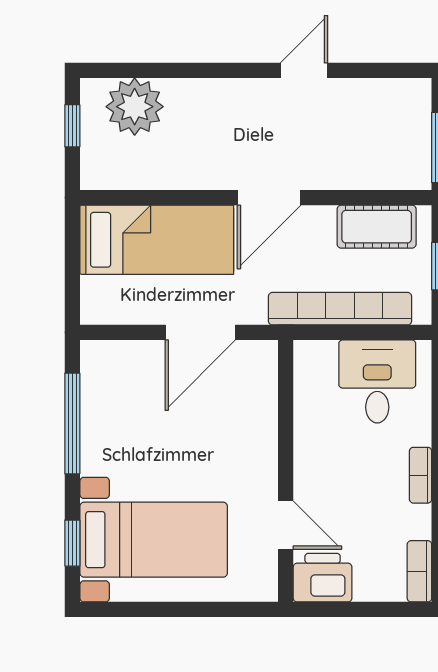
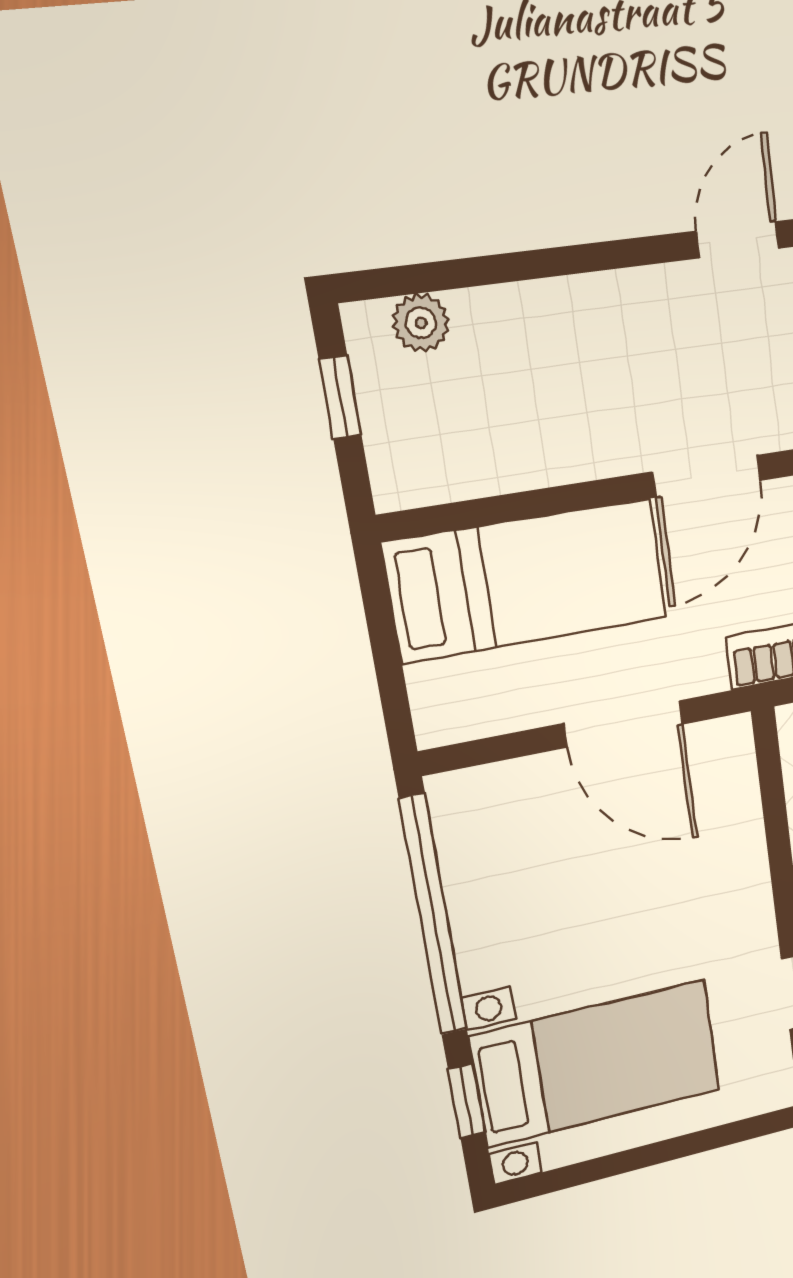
plant: (135, 107) -> (421, 323), width x0.53, depth x0.53
door: (200, 332) -> (624, 724), hinge flipped
window: (72, 423) -> (433, 916), width x1.46

